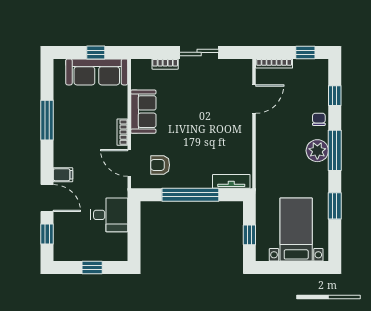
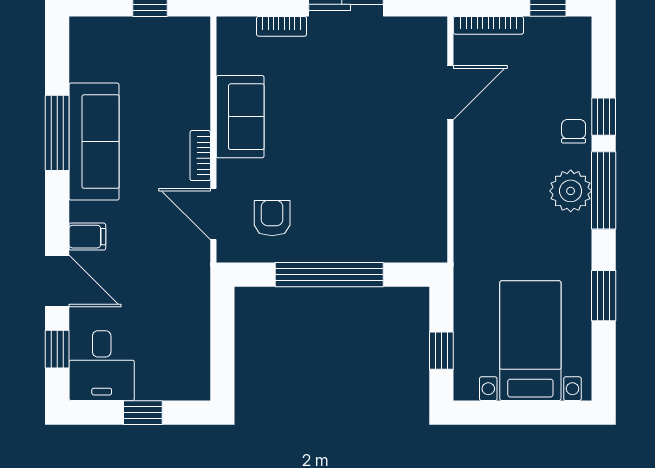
sofa: (97, 72) -> (94, 142), moved, turned -90
window: (335, 96) -> (604, 117), moved
armchair: (160, 165) -> (272, 218), turned 90
tv unit: (231, 181) -> (407, 249), removed
desk: (109, 215) -> (102, 366), moved, turned 90

